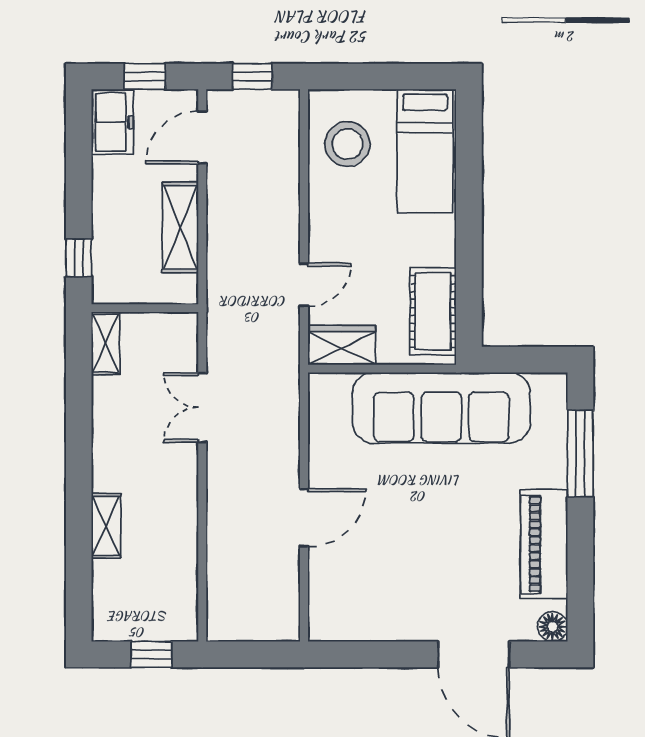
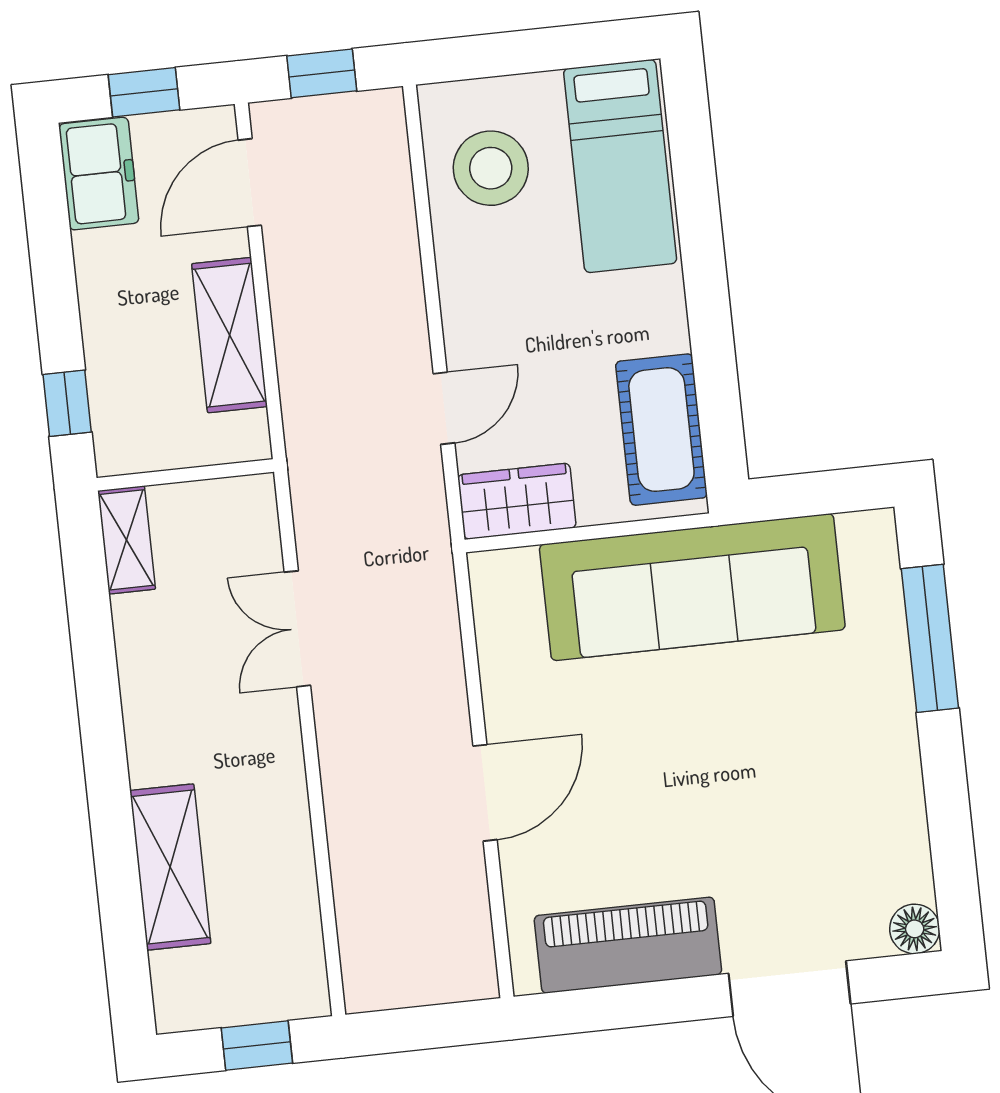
shelving: (106, 526) -> (170, 867), width x1.50, depth x1.33
piano: (544, 544) -> (628, 945), moved, turned 90

